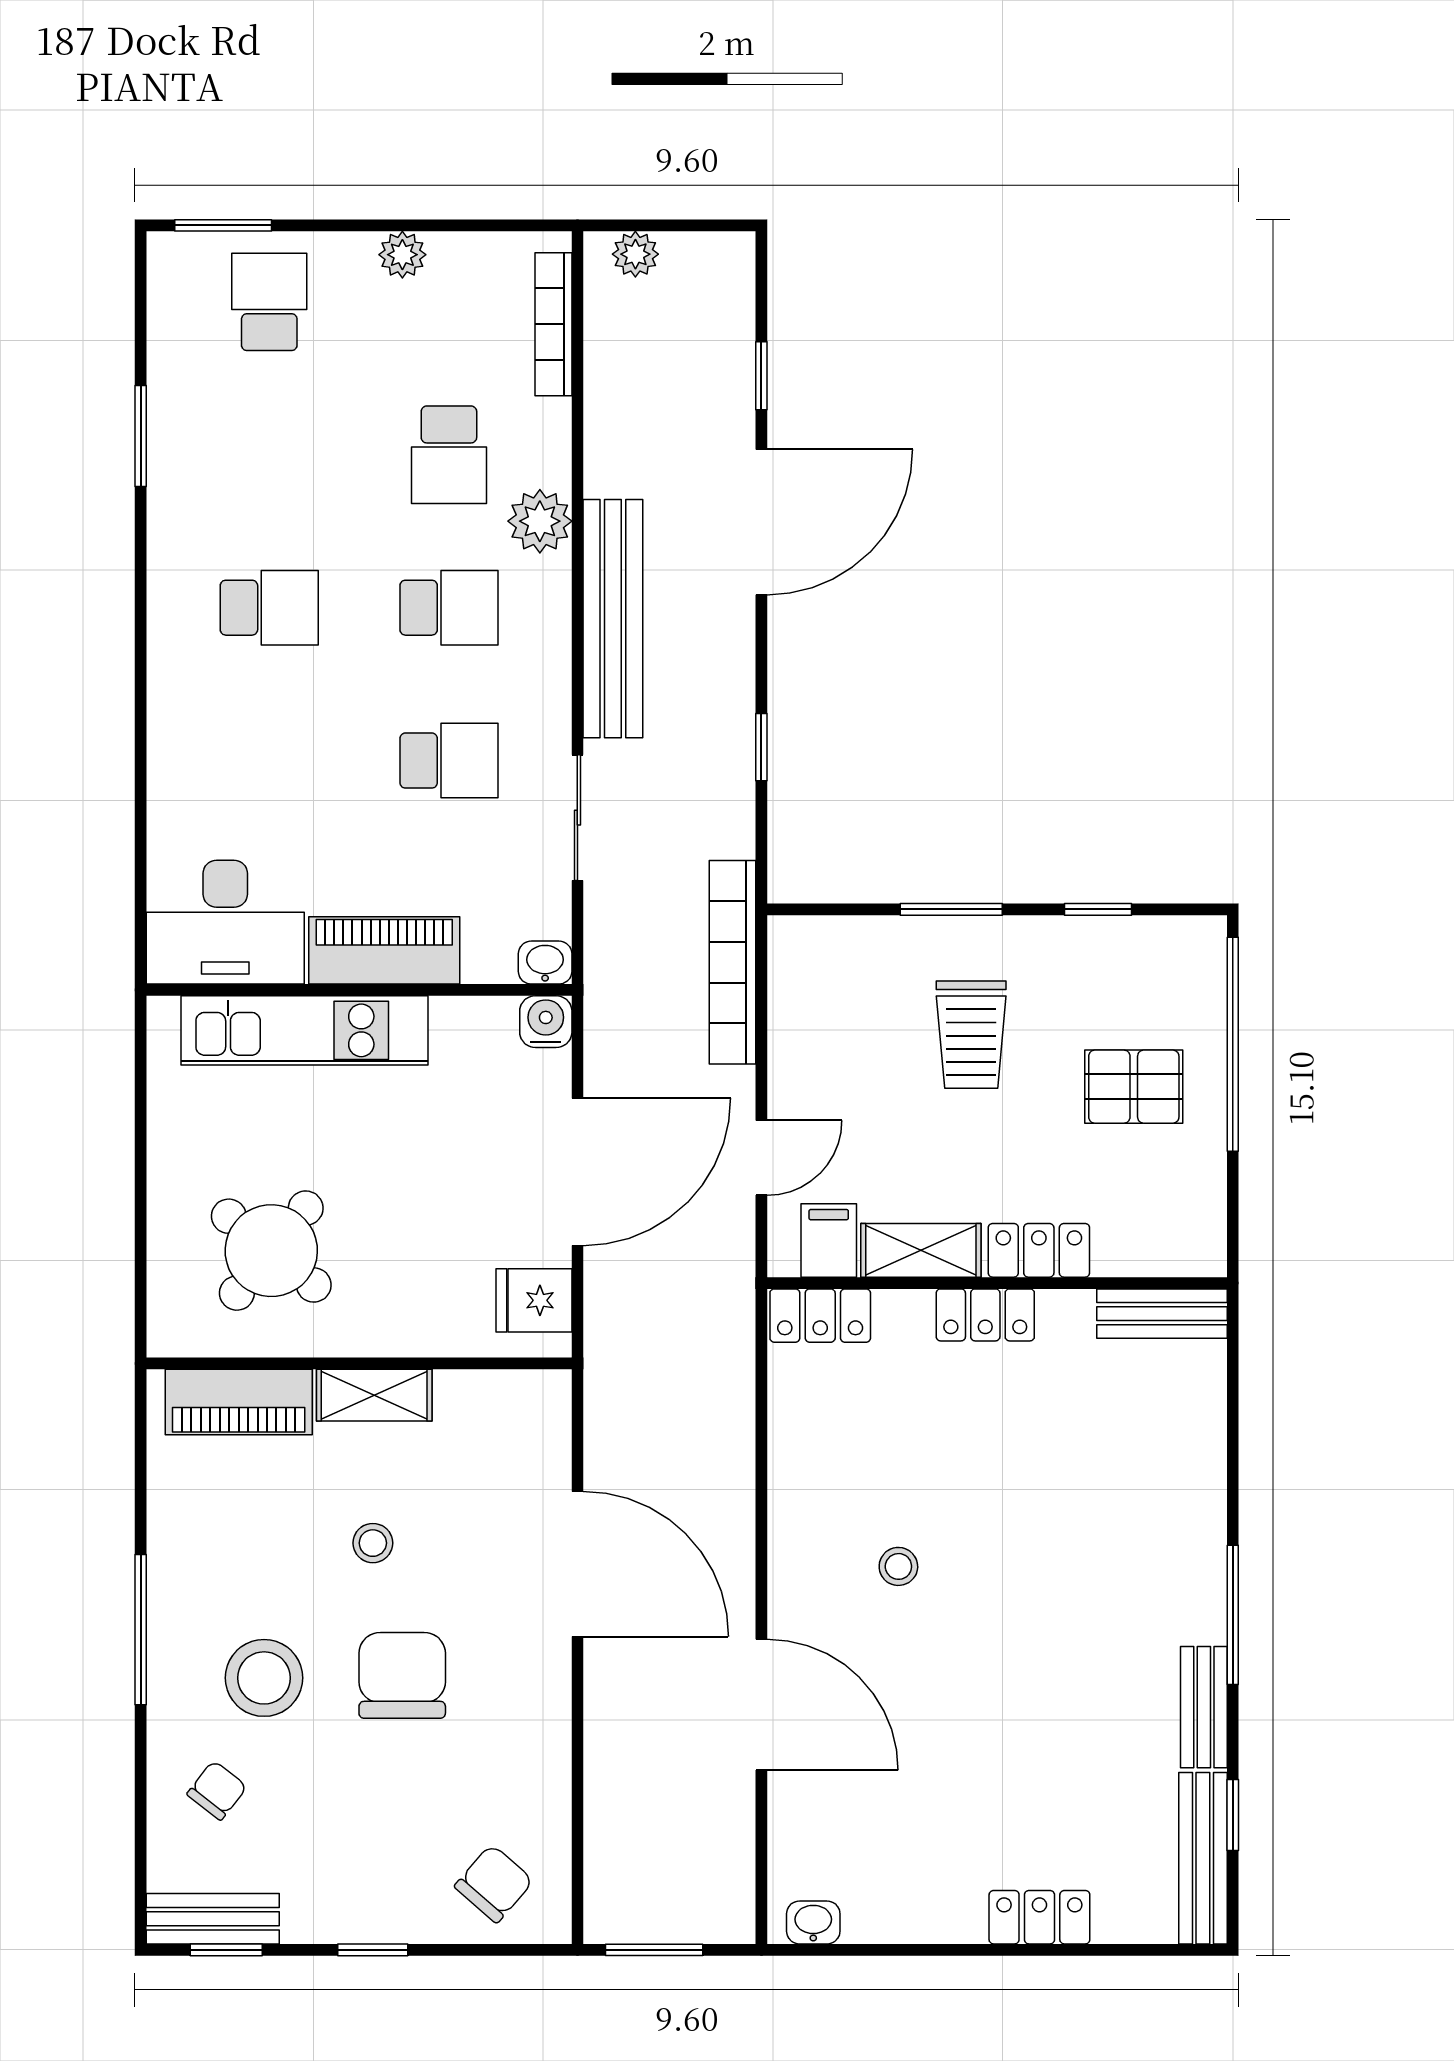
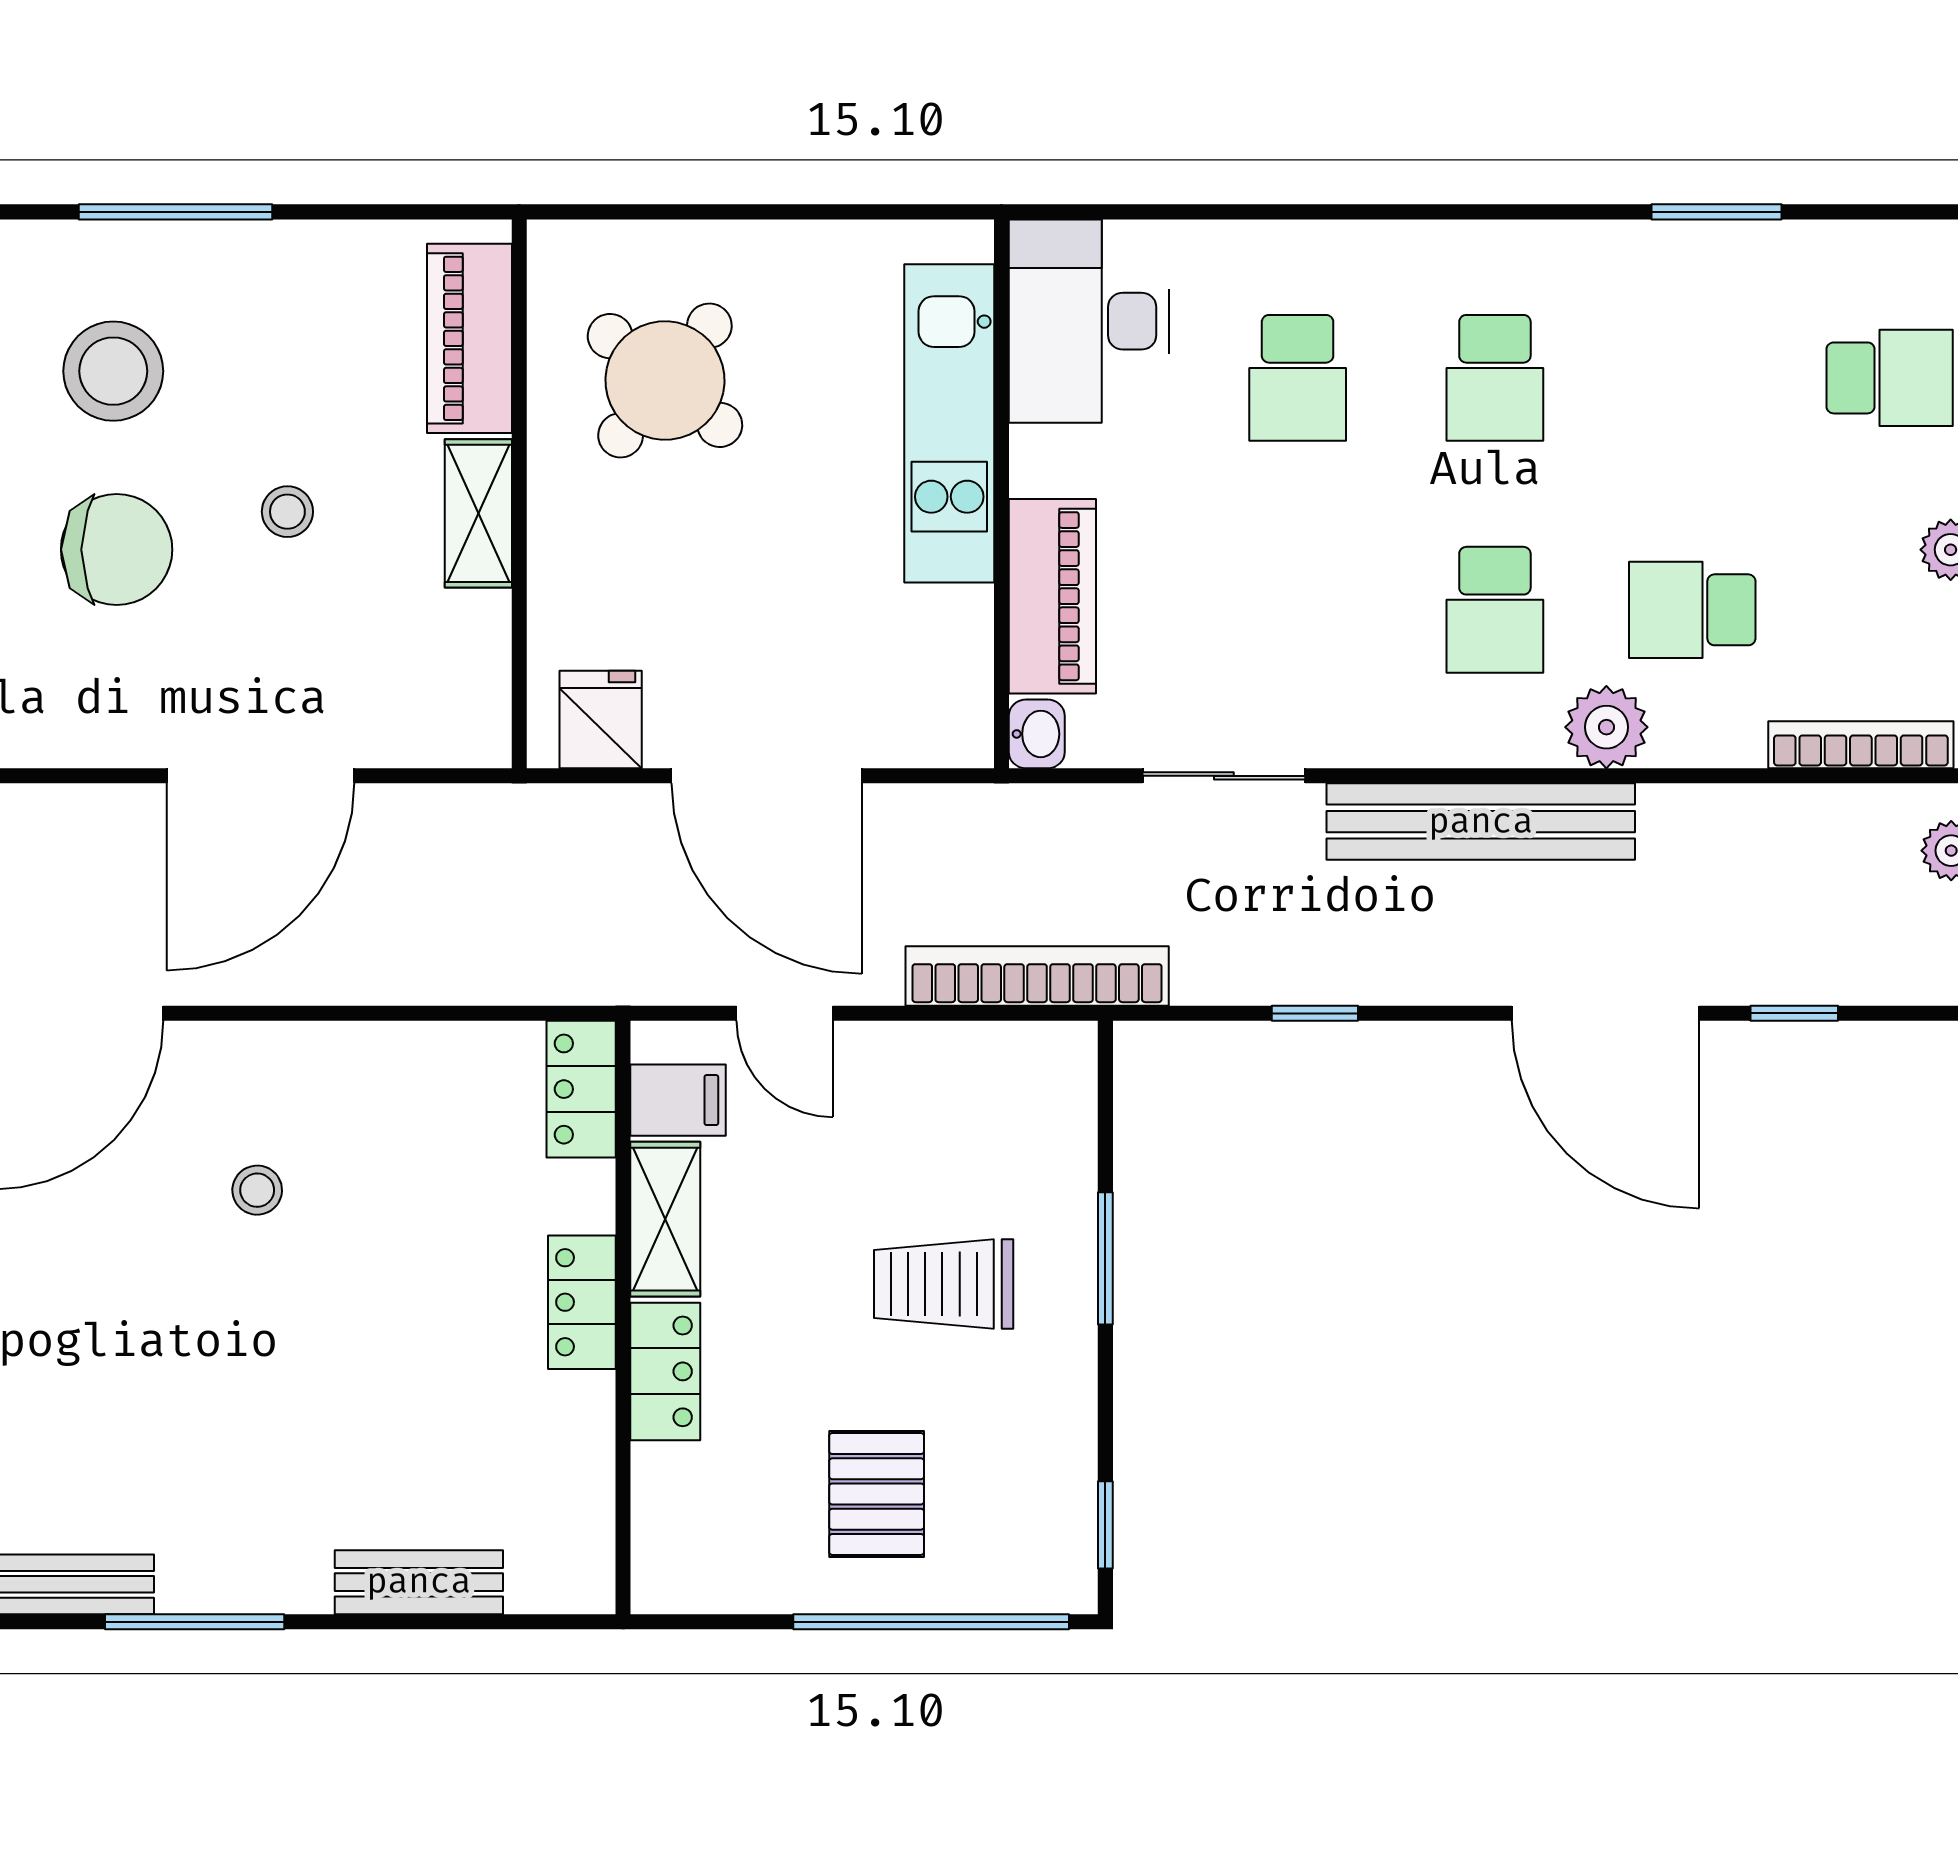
school desk: (449, 761) -> (1298, 378), moved
window: (1098, 909) -> (1105, 1525), moved
piano: (384, 950) -> (1052, 596), moved
water cooler: (546, 1022) -> (961, 735), removed
bench: (1162, 1314) -> (419, 1582), moved, turned 90

